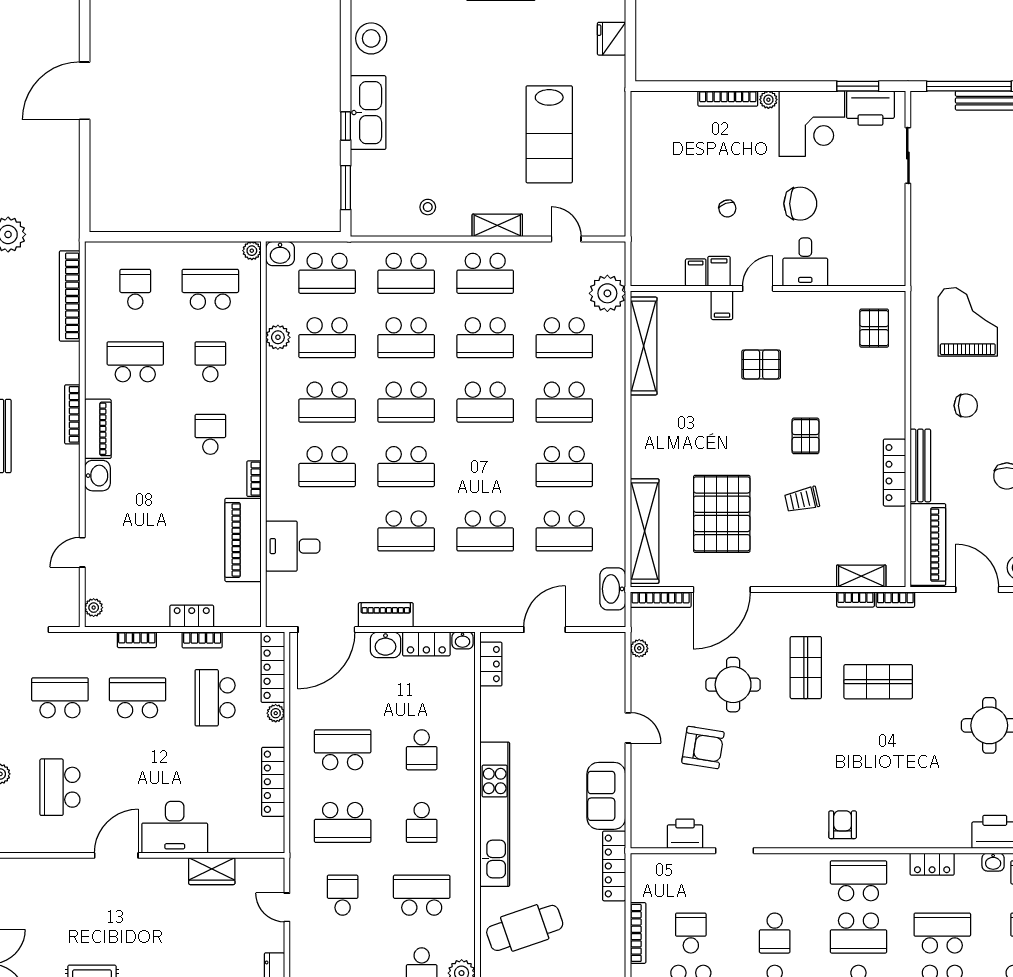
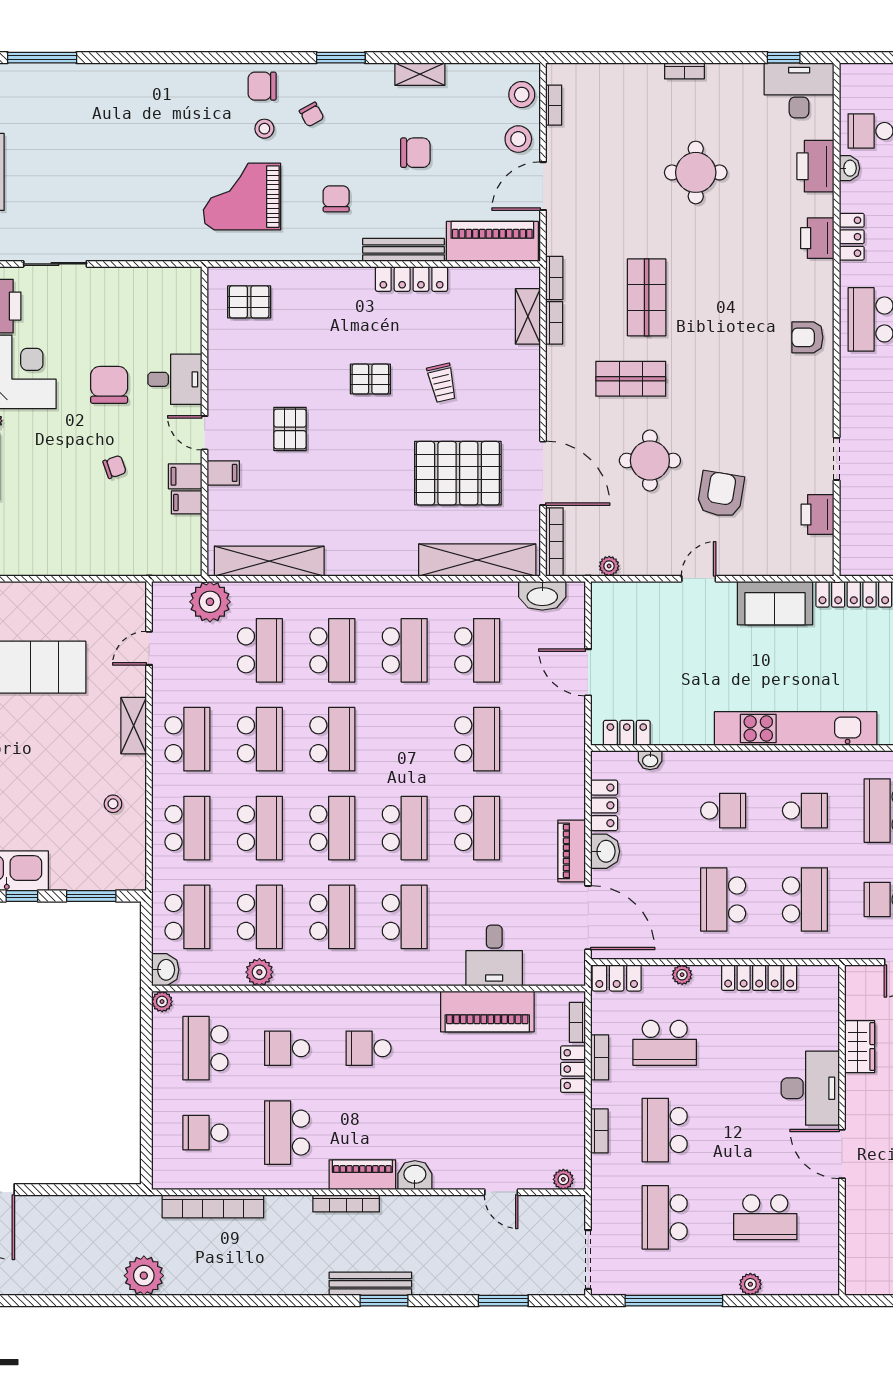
bookcase: (254, 479) -> (577, 1022), moved, turned 90
washbasin: (463, 640) -> (650, 760), moved, turned 90
locker: (273, 667) -> (617, 978), width x0.66
printer: (931, 834) -> (817, 238), added

